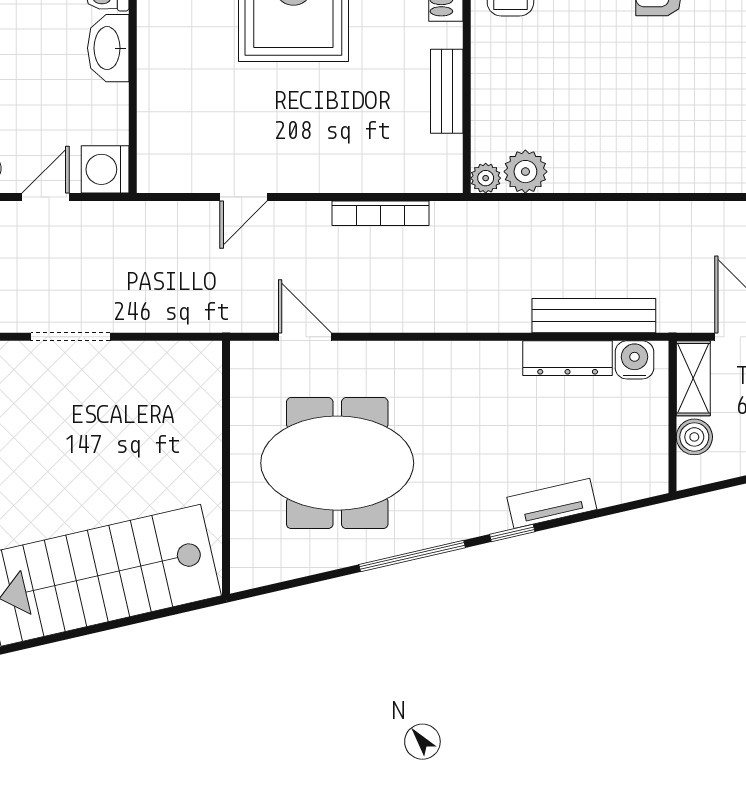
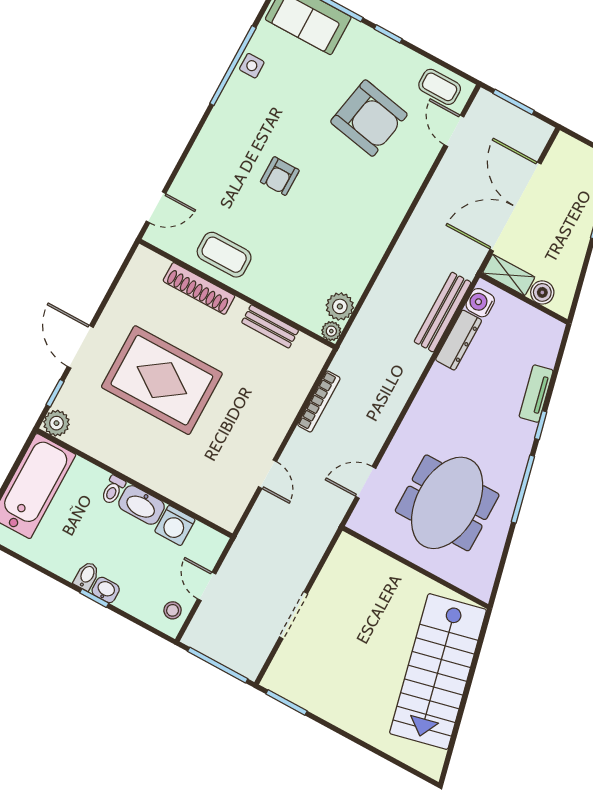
washing machine: (105, 169) -> (175, 525), moved

